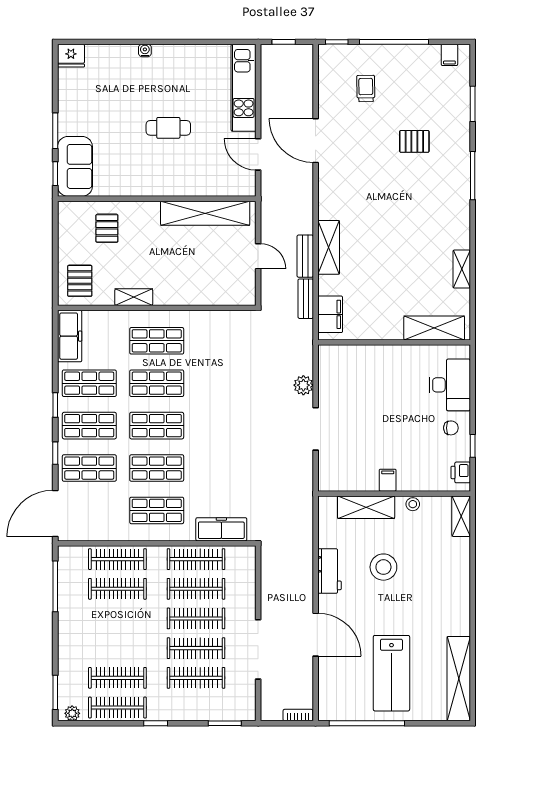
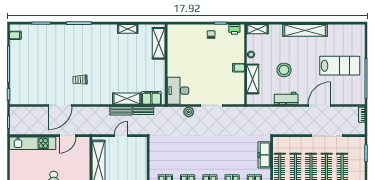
trolley: (366, 88) -> (80, 80), moved
pallet: (414, 141) -> (61, 54), removed
shelving: (329, 247) -> (127, 99), moved
desk: (450, 385) -> (178, 91), moved, turned -90
shelving: (459, 679) -> (305, 30), moved

